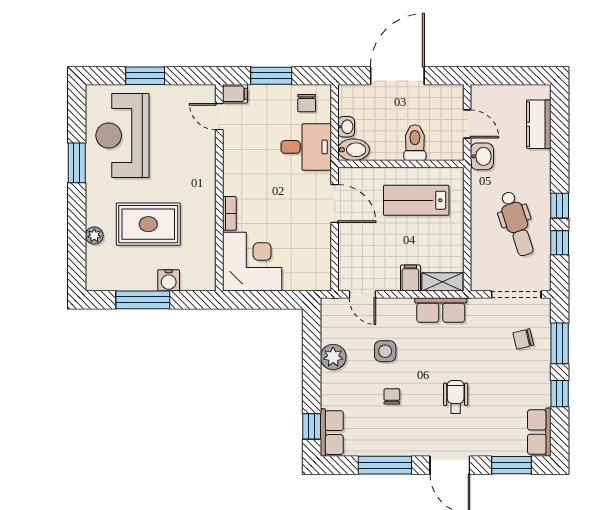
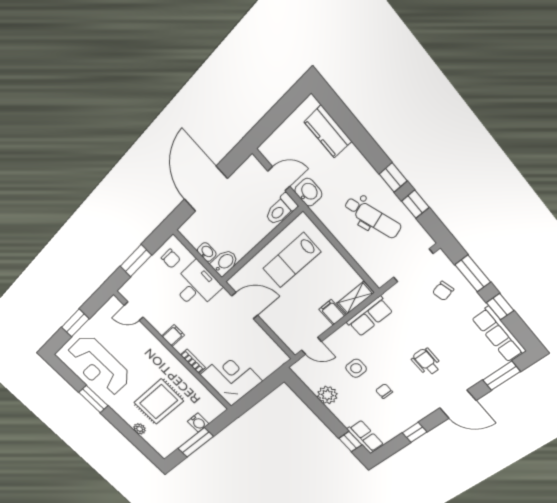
filing cabinet: (235, 94) -> (173, 336), moved
toilet: (415, 143) -> (281, 210), moved, turned -90
row of seats: (539, 432) -> (499, 334), width x1.48
window: (385, 465) -> (415, 432), width x0.46

